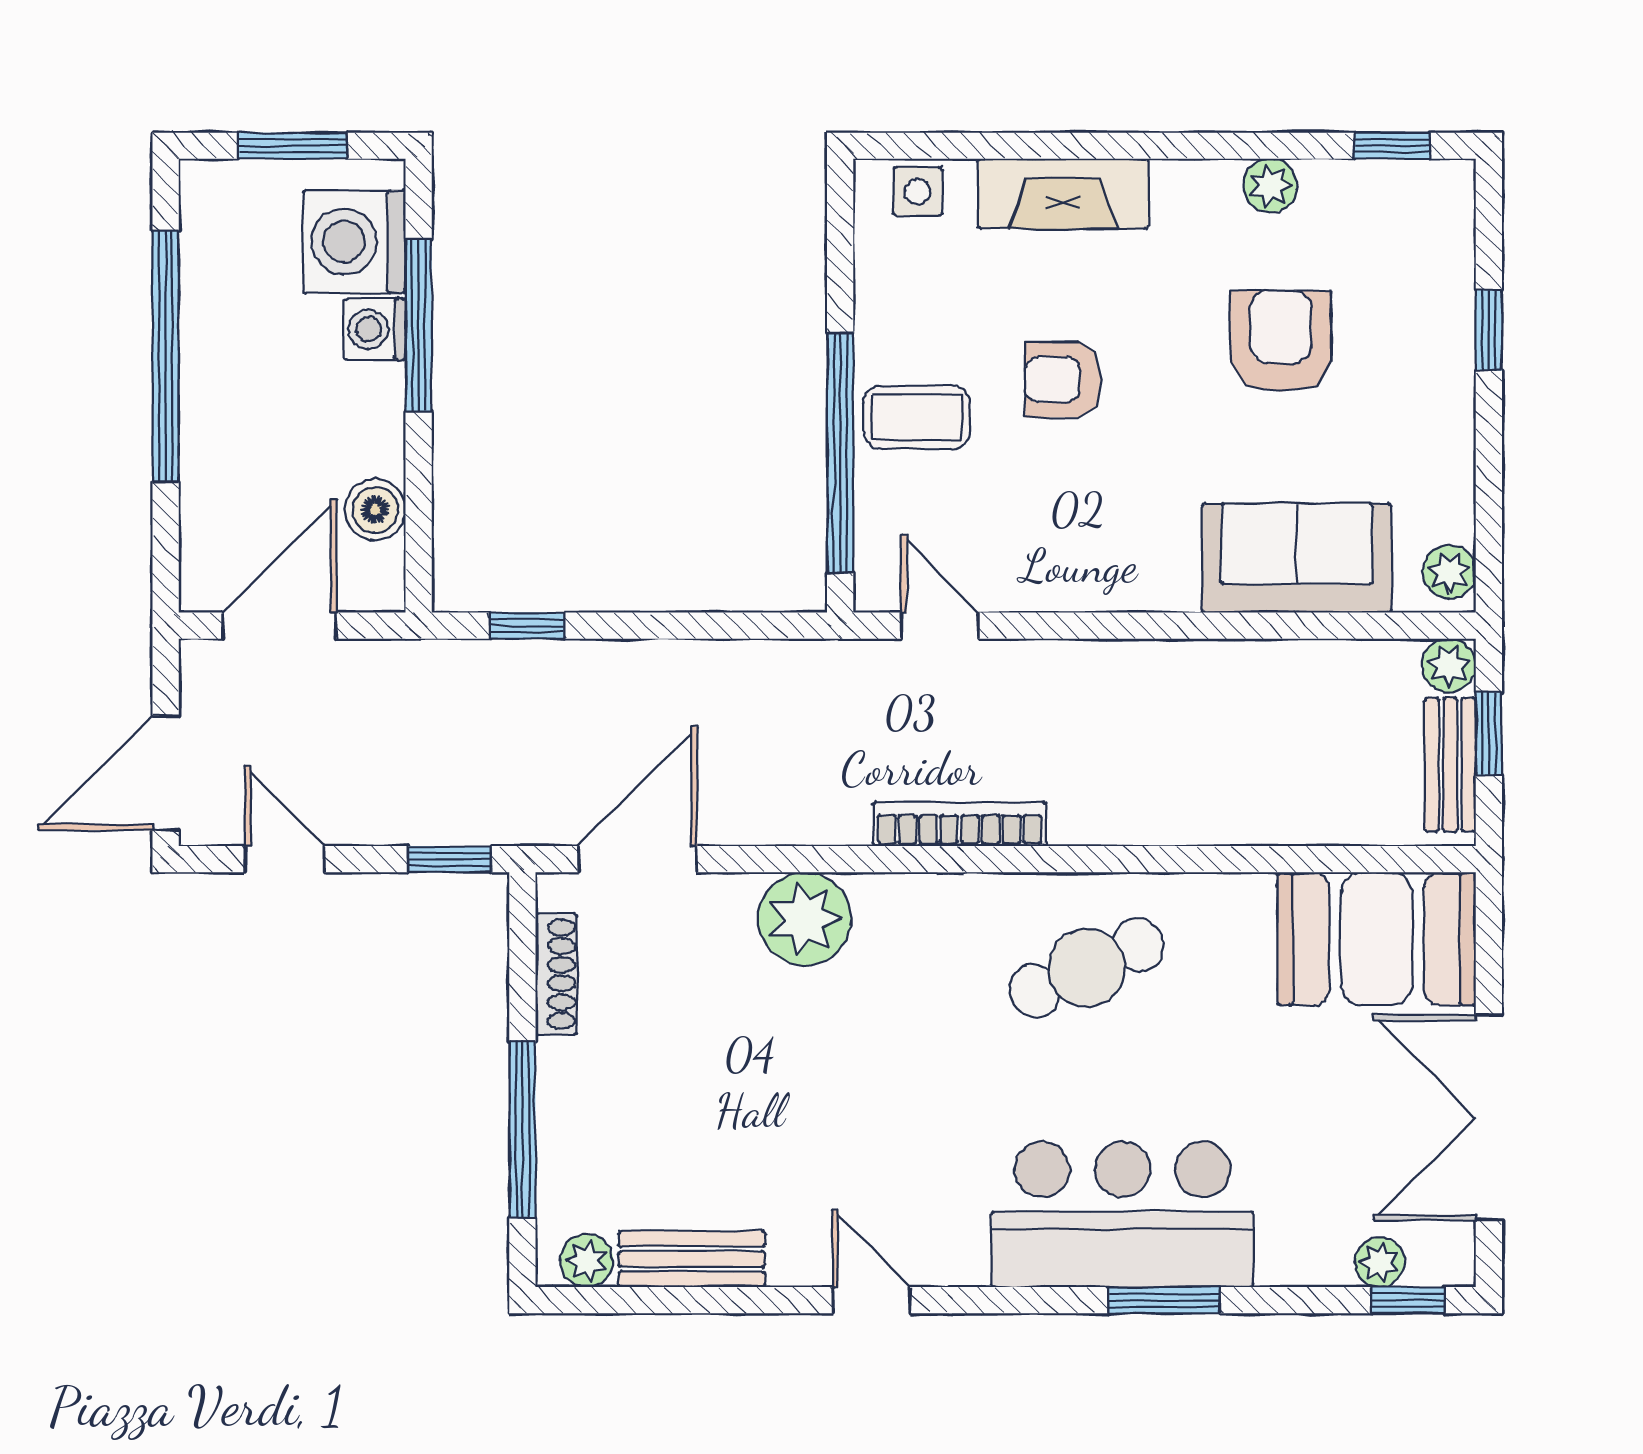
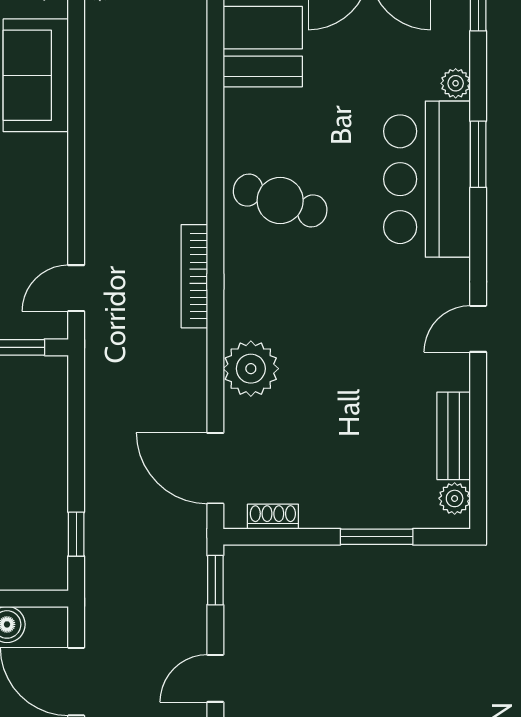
cafe table: (1087, 968) -> (280, 201), turned -48
shoe rack: (556, 974) -> (273, 517), width x0.70
window: (522, 1130) -> (377, 537), width x0.69
plant: (1380, 1262) -> (456, 83), moved

